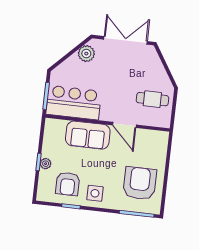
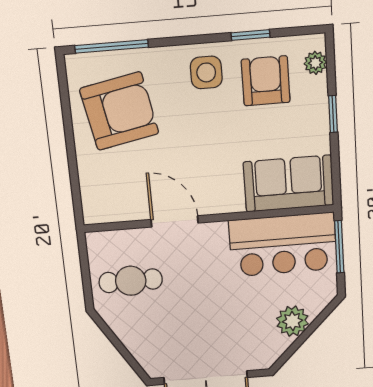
plant: (86, 54) -> (292, 321), moved
sofa: (88, 135) -> (289, 184), moved
plant: (46, 164) -> (315, 63), moved
armchair: (140, 183) -> (119, 111), turned -101

